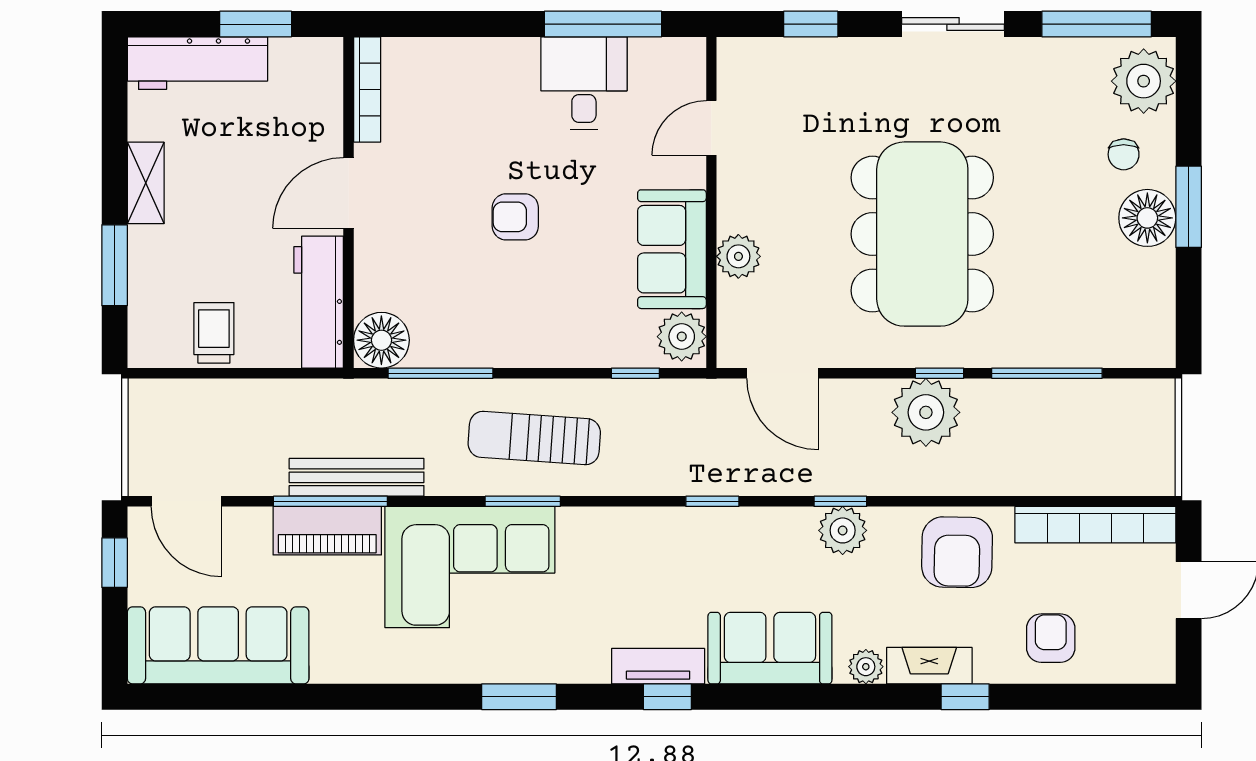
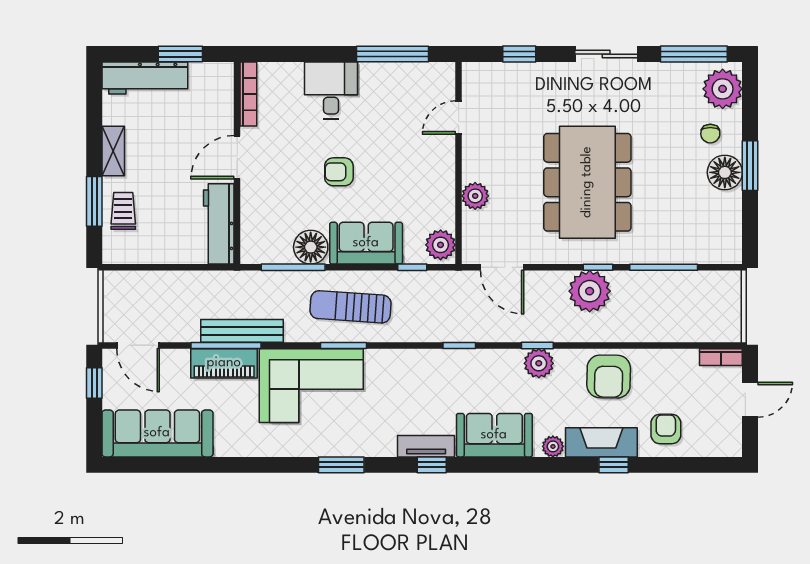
desk: (584, 83) -> (331, 90), moved
sofa: (672, 249) -> (366, 243), moved, turned 90
trolley: (214, 333) -> (123, 211), moved
floor lamp: (381, 340) -> (311, 247), moved
bookcase: (1095, 525) -> (721, 357), width x0.43, depth x0.76
fireplace: (929, 666) -> (601, 442), width x1.37, depth x1.32

